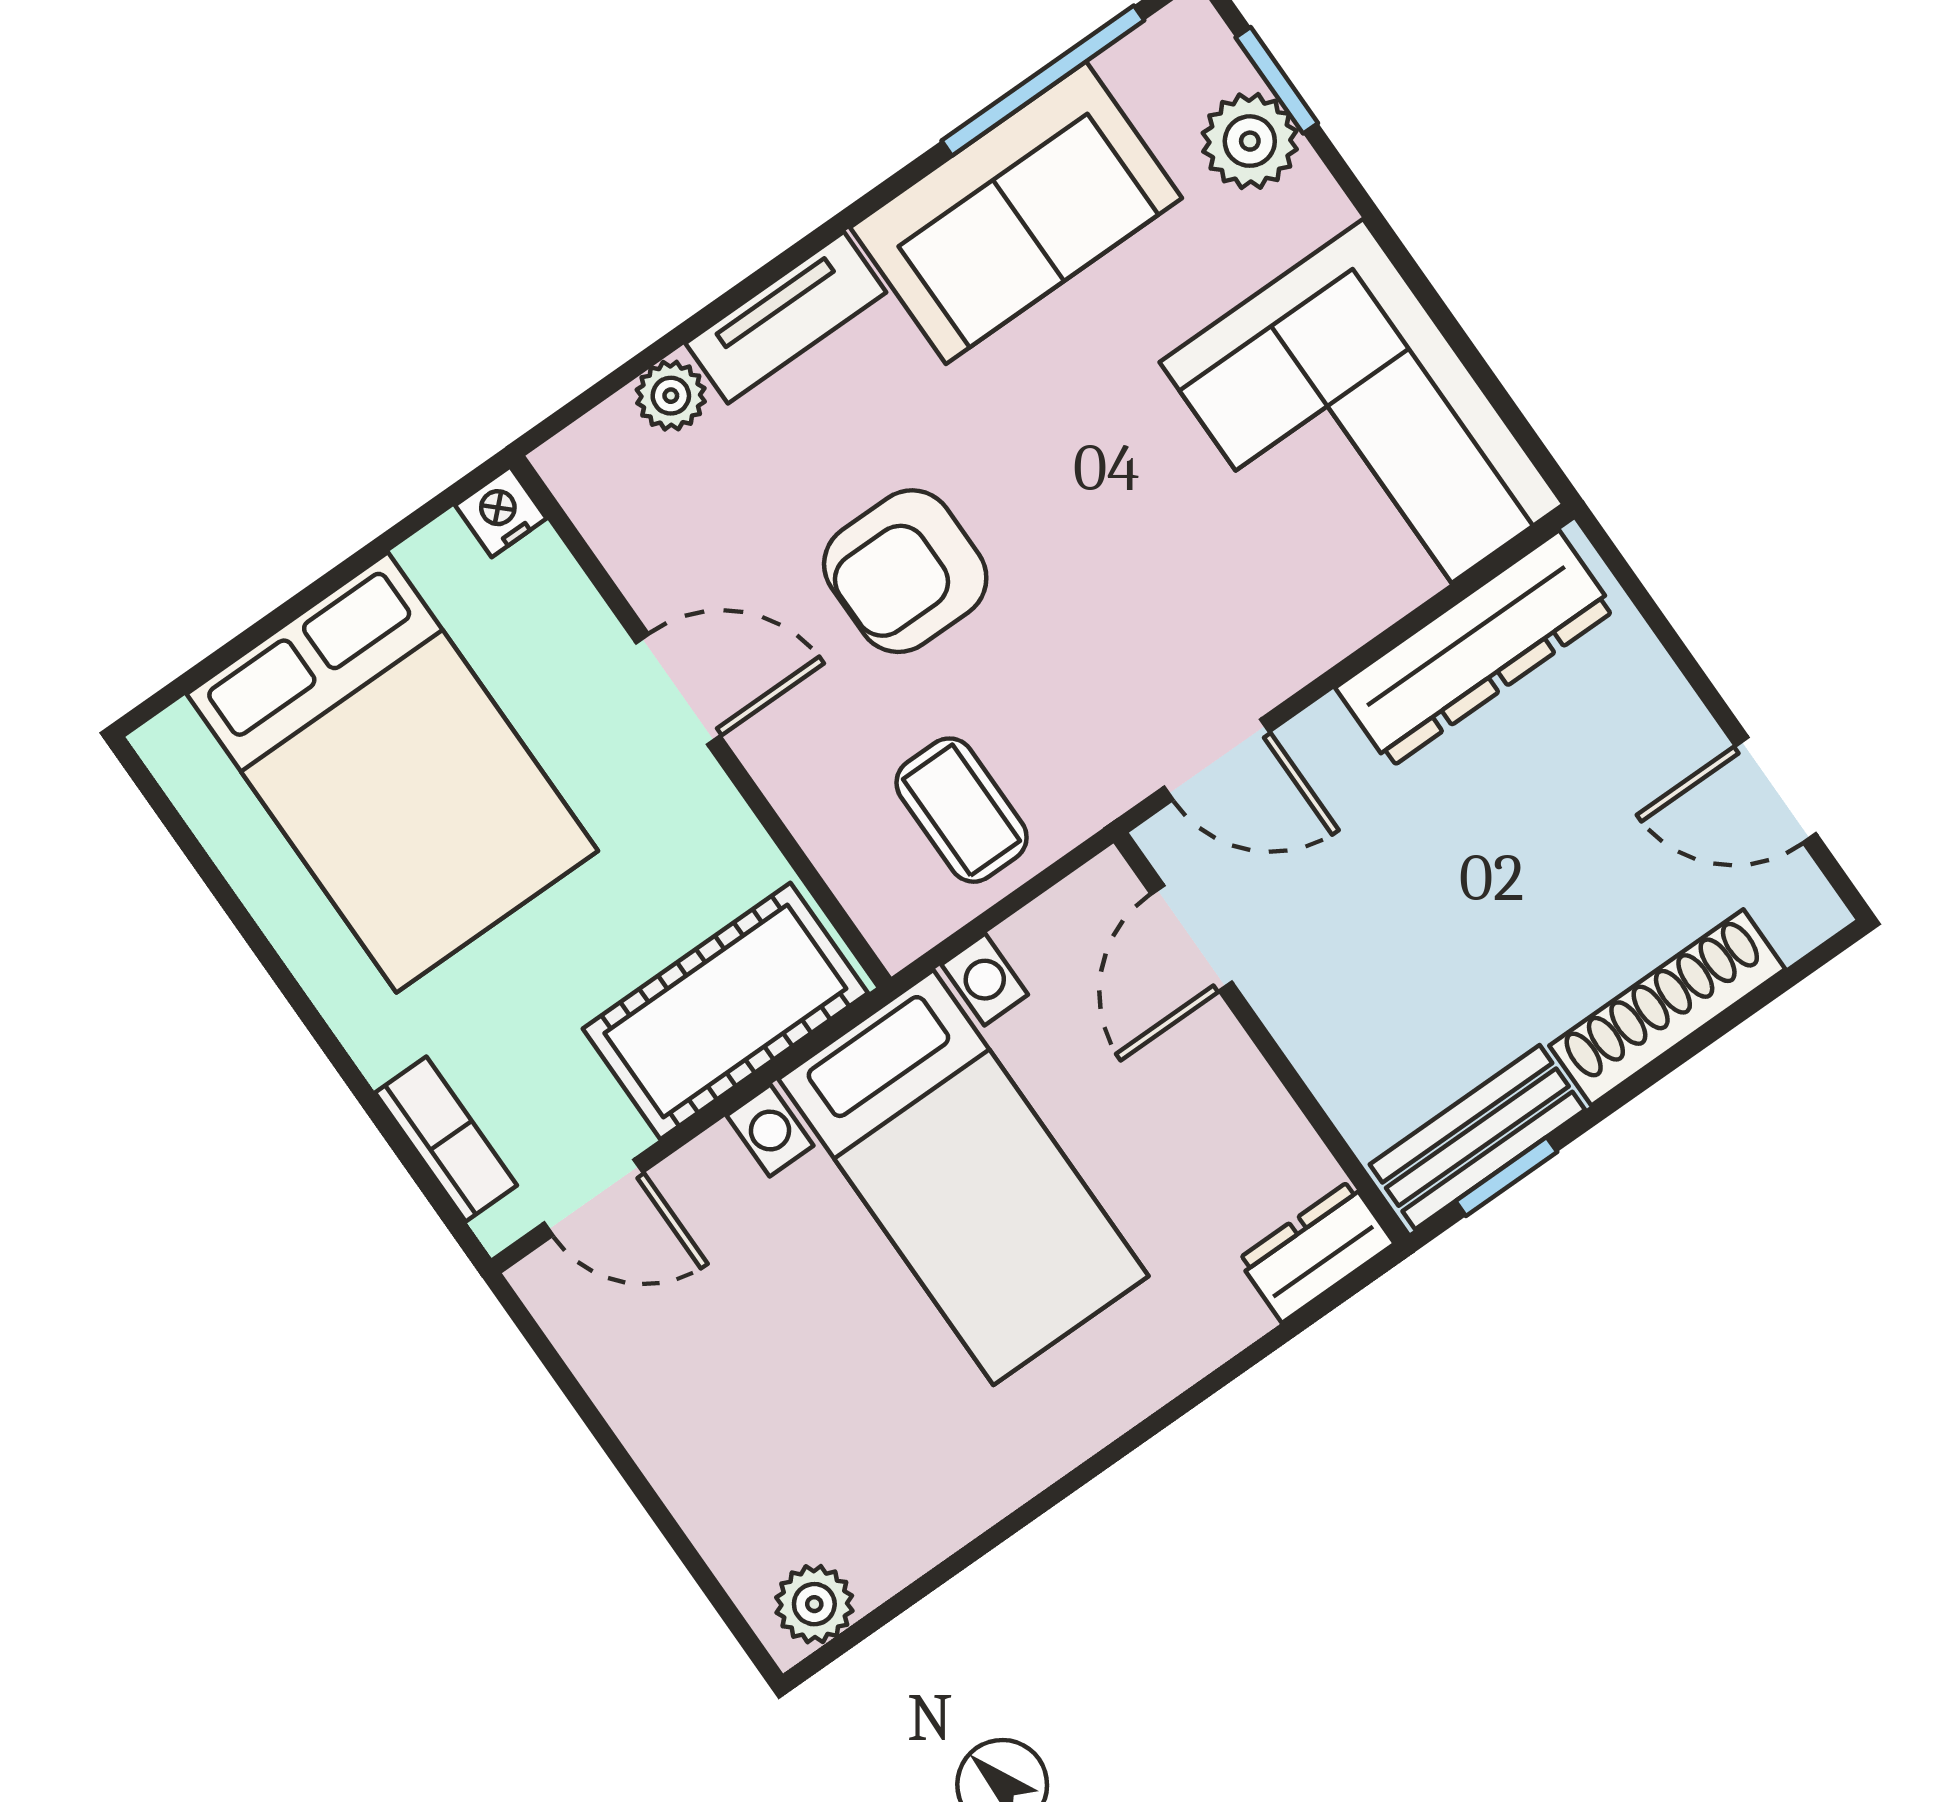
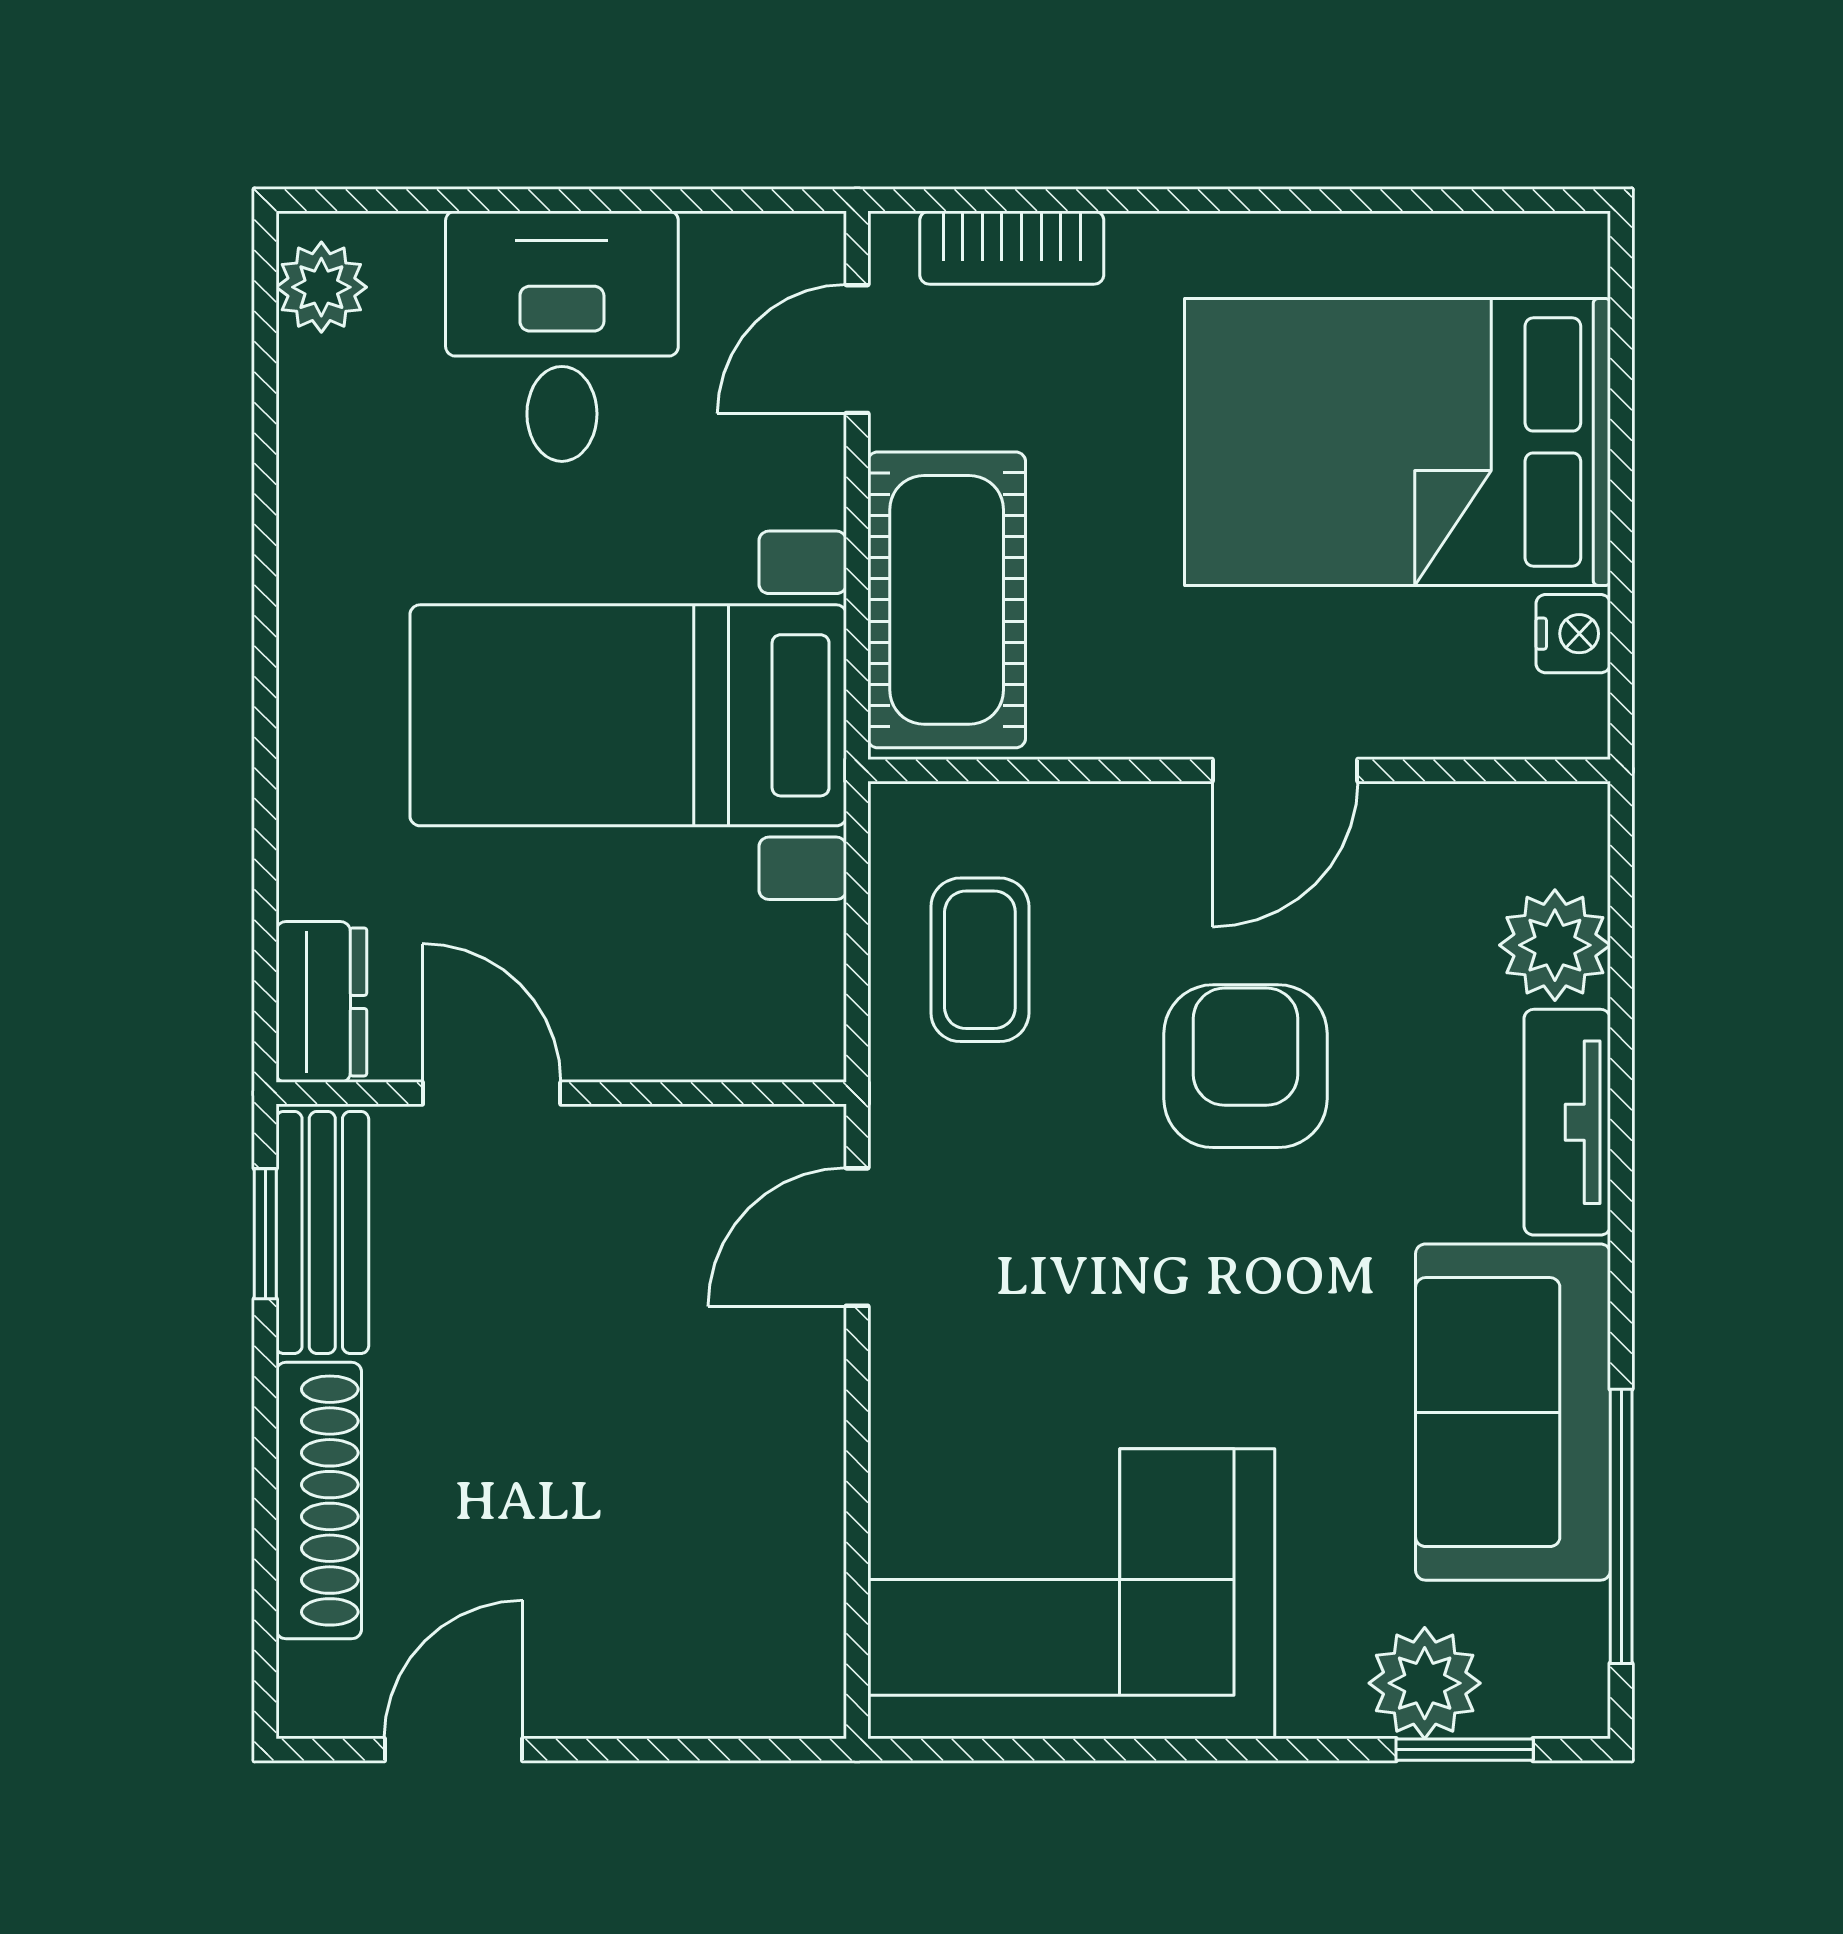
plant: (671, 396) -> (1555, 945), width x1.38, depth x1.38
nightstand: (501, 512) -> (1573, 634), moved
dresser: (1475, 649) -> (789, 1557), removed
coffee table: (962, 810) -> (980, 960), turned 90
door: (1191, 938) -> (492, 1093), moved
desk: (730, 1411) -> (562, 336), added

